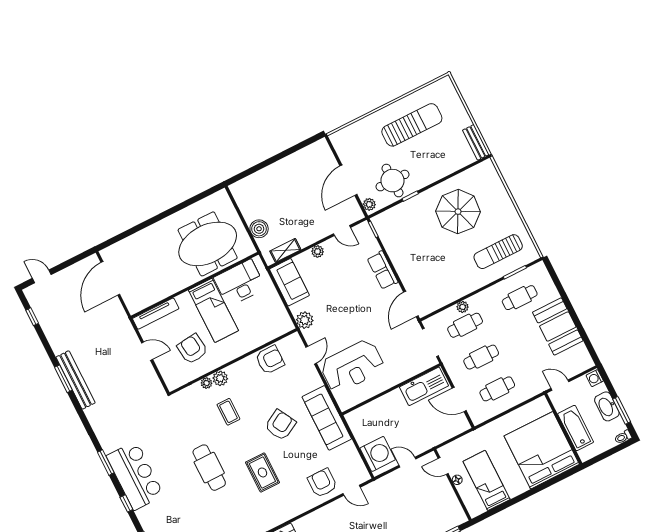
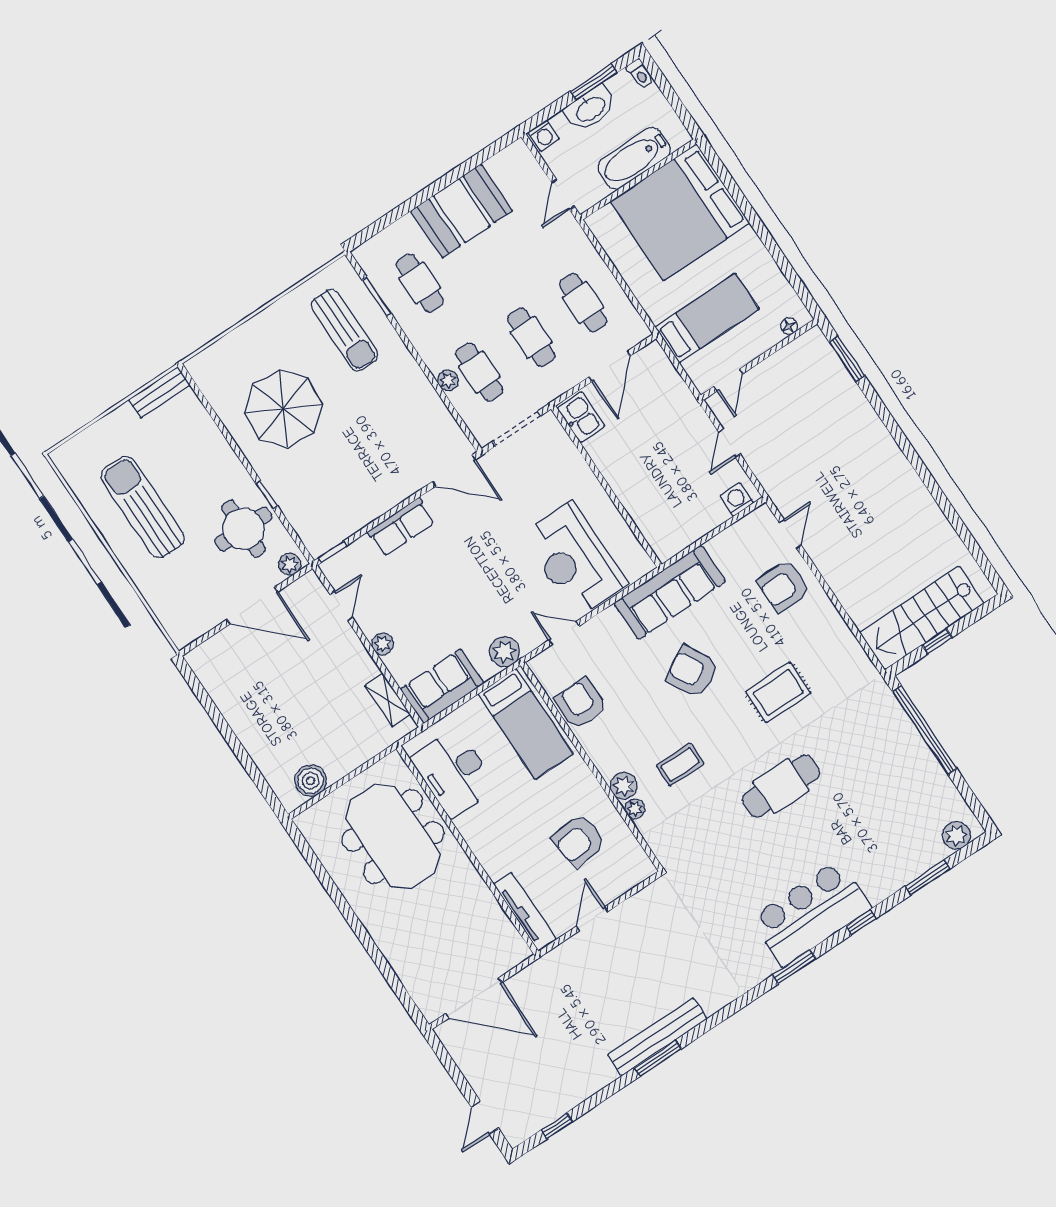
boiler: (259, 229) -> (311, 781), moved
bed: (213, 310) -> (526, 724), moved, turned 90
reception desk: (352, 366) -> (574, 559), turned 180
kitchen sink: (424, 386) -> (581, 417), width x0.53, depth x0.81
washing machine: (378, 454) -> (737, 499), width x0.53, depth x0.53
floor lamp: (457, 480) -> (789, 326), moved
bed: (486, 480) -> (707, 318), moved, turned 180

